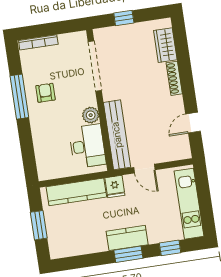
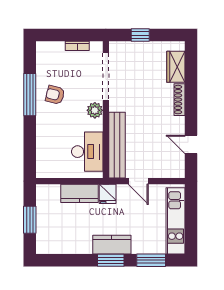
bookcase: (38, 42) -> (77, 46), moved, width x0.64
armchair: (45, 93) -> (55, 95), turned -76
plant: (91, 115) -> (95, 110), moved
door: (193, 123) -> (191, 144), hinge flipped
kitchen counter: (76, 192) -> (80, 193), width x0.67
window: (170, 248) -> (151, 260), width x1.50

